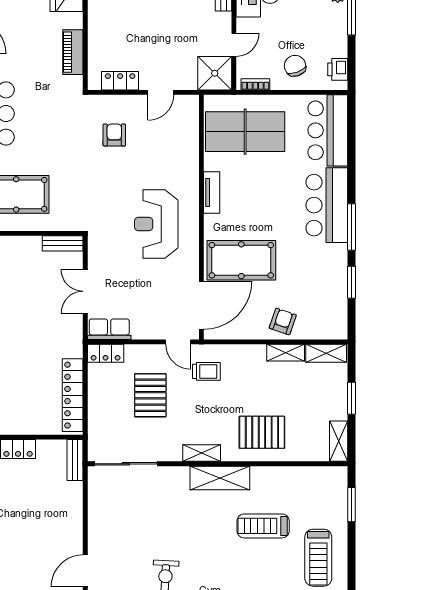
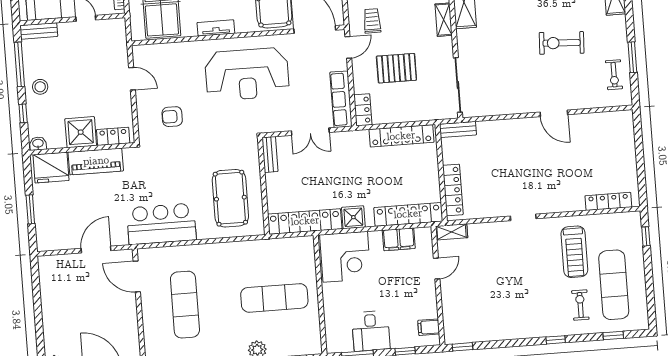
piano: (73, 52) -> (96, 161), width x1.37, depth x1.33
shower: (215, 73) -> (81, 132), moved
locker: (120, 81) -> (113, 136), moved, turned 90
reception desk: (156, 224) -> (247, 74), width x1.36, depth x1.30
row of seats: (109, 329) -> (341, 99), width x1.48

